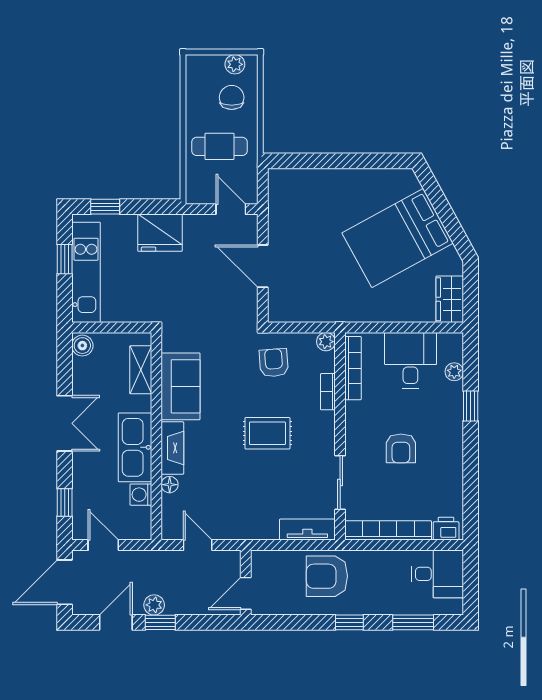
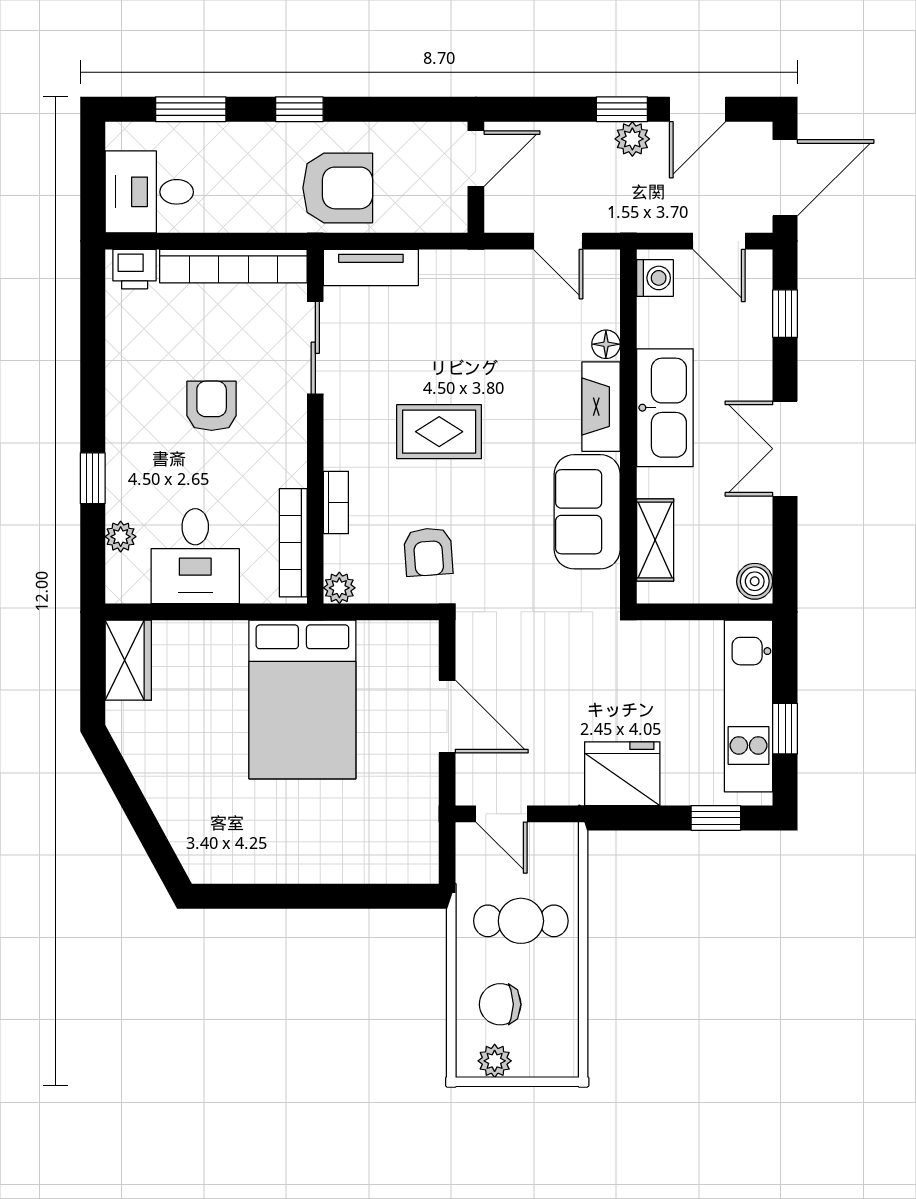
chair: (232, 97) -> (500, 1004), turned 90
bed: (398, 238) -> (302, 699), moved, turned 119
washing machine: (141, 495) -> (655, 278), moved

